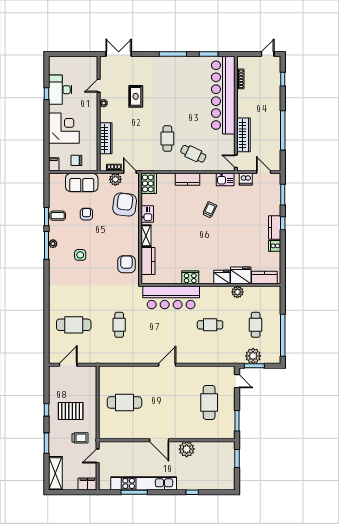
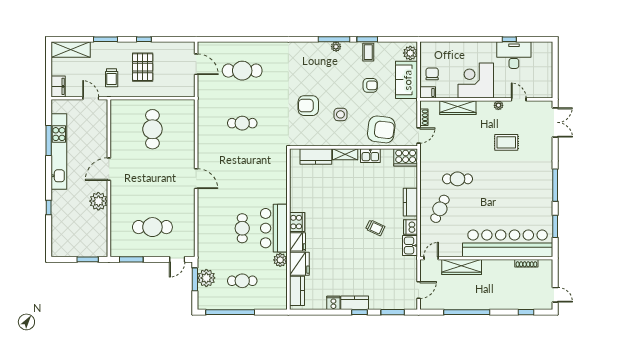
corner desk: (64, 128) -> (476, 81), moved, turned 180
filing cabinet: (54, 164) -> (428, 92), moved
plant: (115, 179) -> (410, 53), moved
dishwasher: (246, 179) -> (411, 227), moved
side table: (80, 255) -> (340, 114), moved
armchair: (126, 264) -> (308, 106), moved, turned 180
cooker: (190, 277) -> (297, 222), moved
bar counter: (171, 297) -> (274, 228), moved, width x0.73
cafe table: (74, 325) -> (242, 71), turned 90

